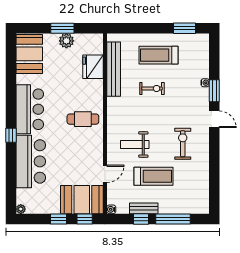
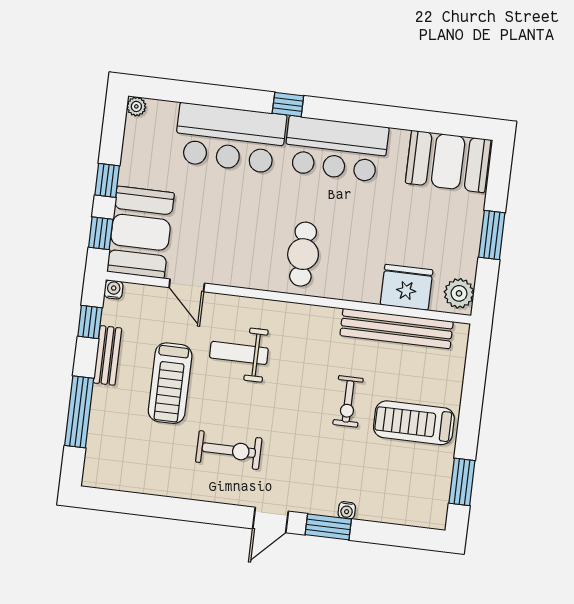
plant: (66, 41) -> (459, 293), moved
treadmill: (159, 55) -> (414, 423), turned -90
weight bench: (135, 145) -> (239, 353), turned -90
window: (141, 219) -> (90, 322), moved

